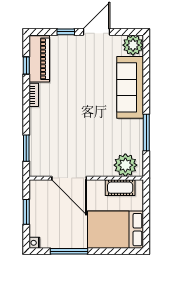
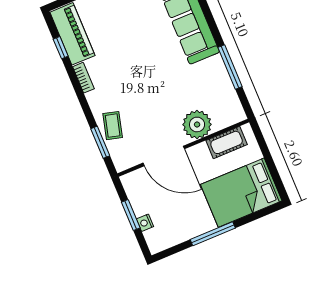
coffee table: (41, 140) -> (113, 126), added
plant: (125, 165) -> (197, 124), moved
nightstand: (34, 243) -> (145, 223), moved
window: (69, 251) -> (213, 234), moved

